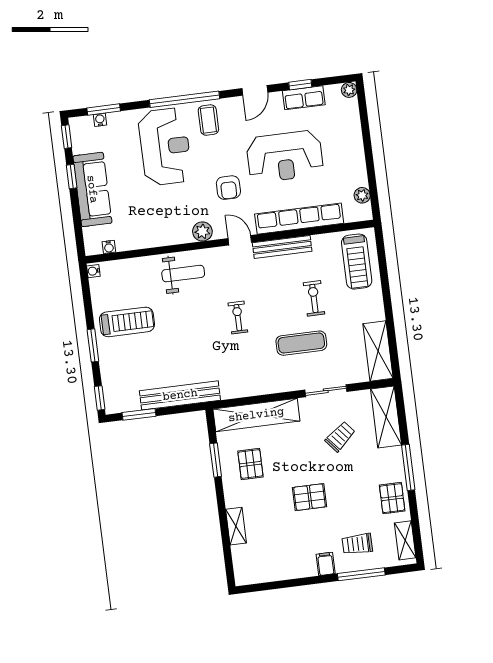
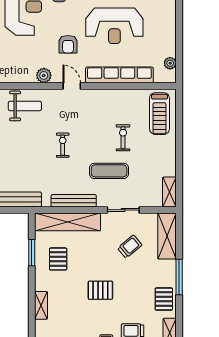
bench: (282, 247) -> (74, 201), moved
shelving: (378, 351) -> (169, 192), width x0.67, depth x0.75

